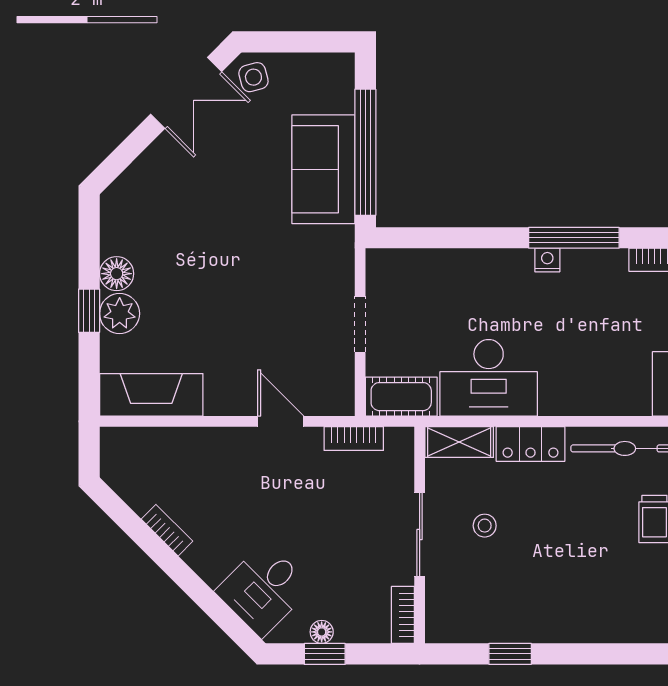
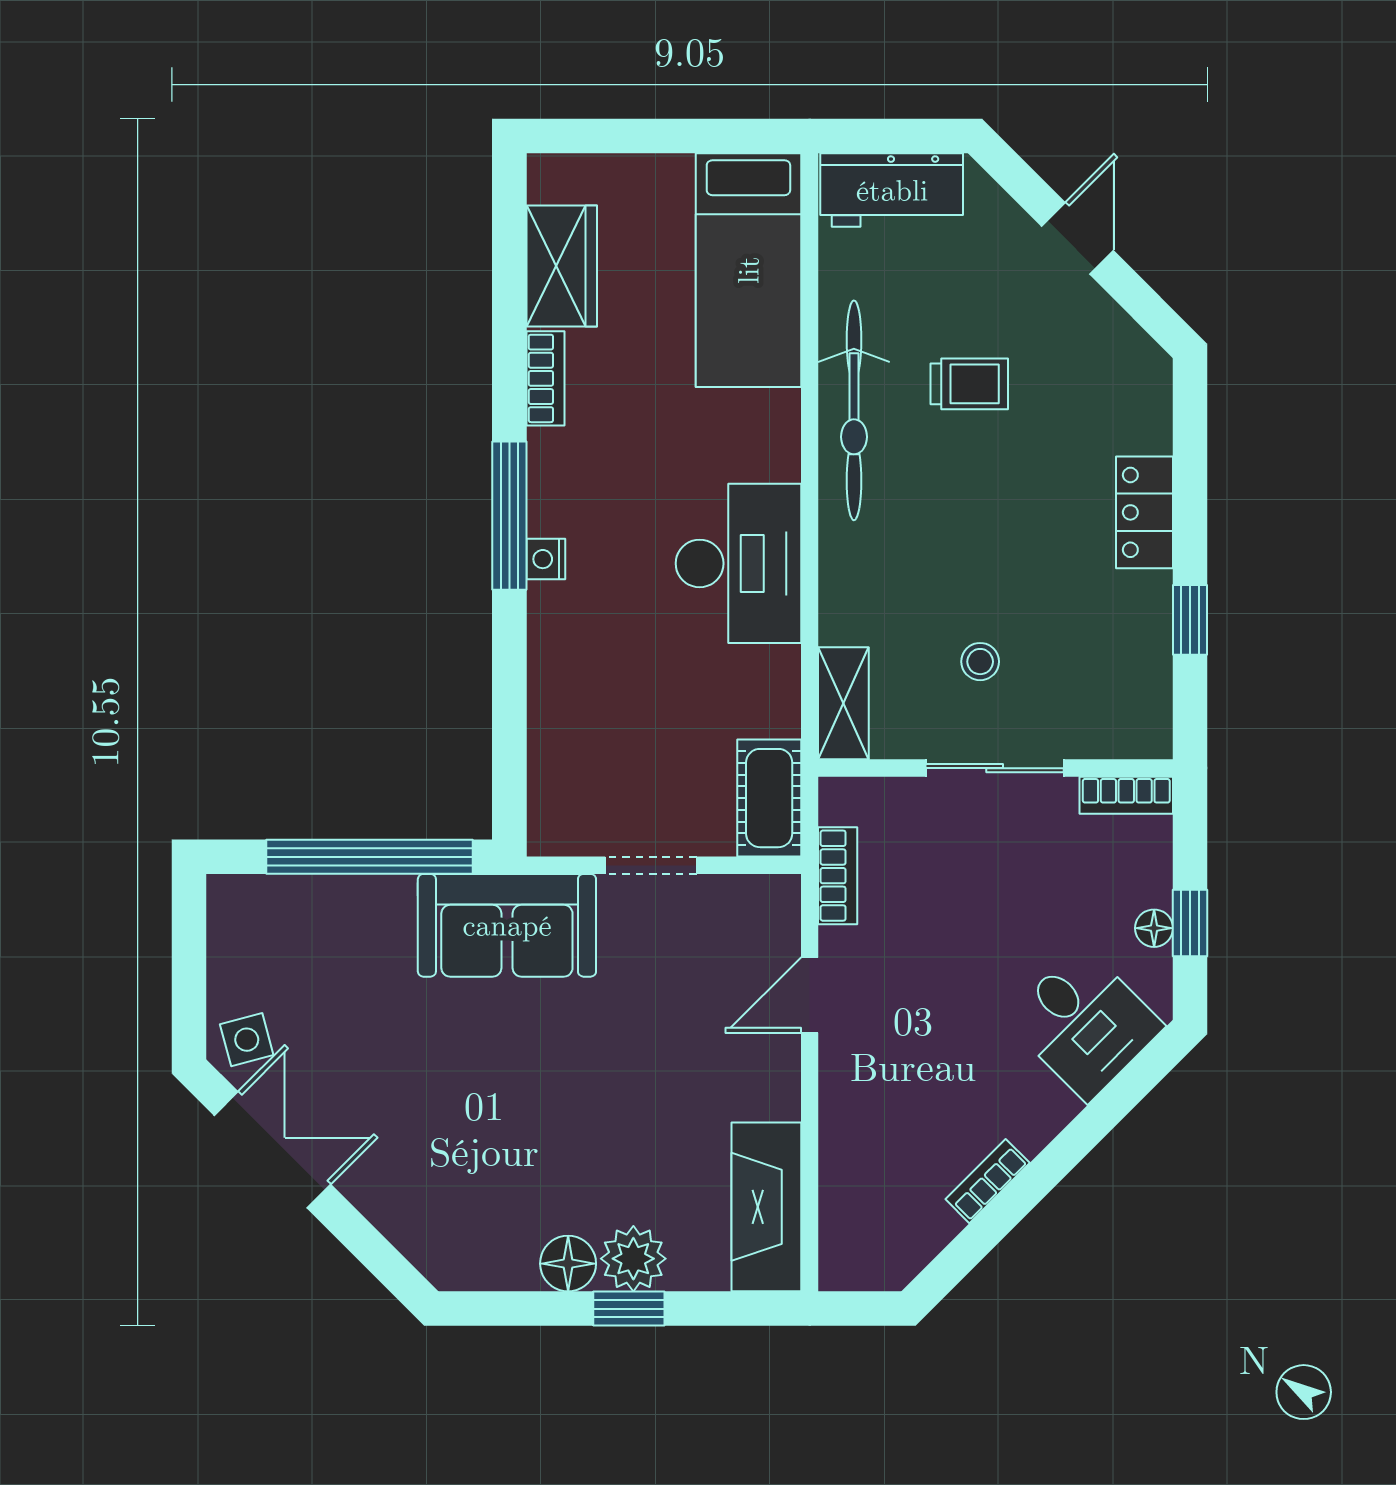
sofa: (323, 169) -> (507, 925), moved
desk: (489, 378) -> (738, 563), moved
locker: (530, 444) -> (1145, 512), moved, turned 180

